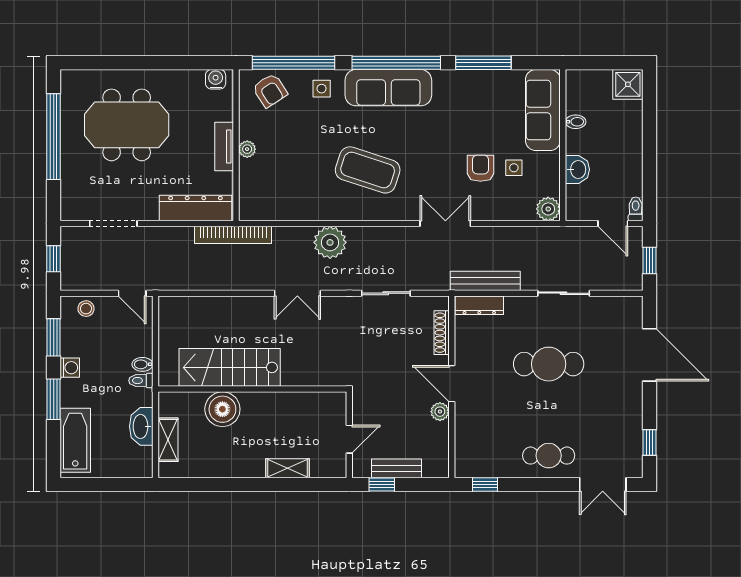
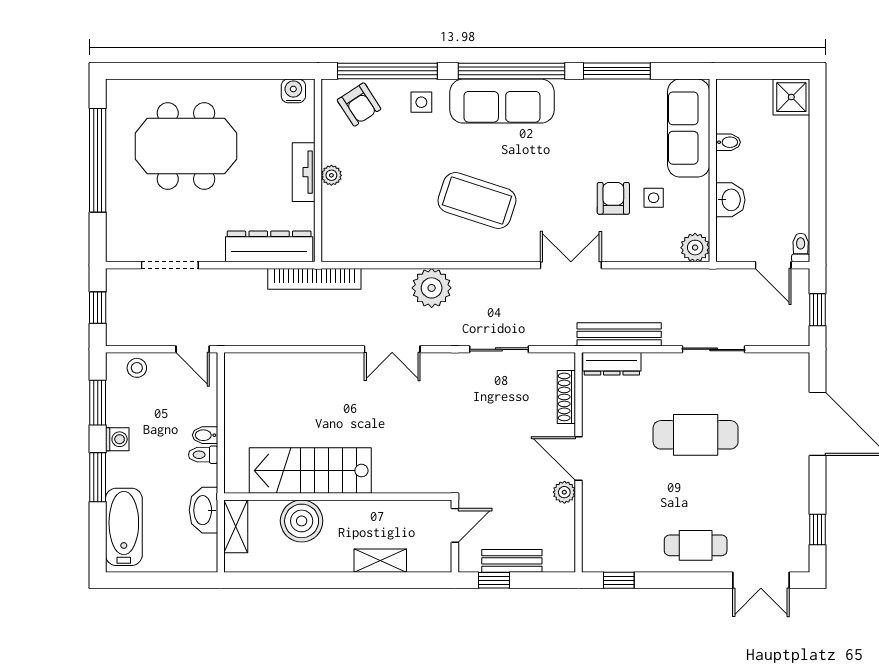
stairs: (230, 367) -> (310, 471), moved
wall: (252, 389) -> (338, 497), moved
boiler: (222, 409) -> (302, 521), moved

